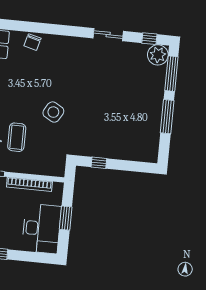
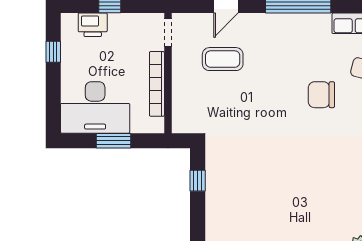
chair: (48, 72) -> (321, 95), added
side table: (53, 112) -> (264, 108), removed

